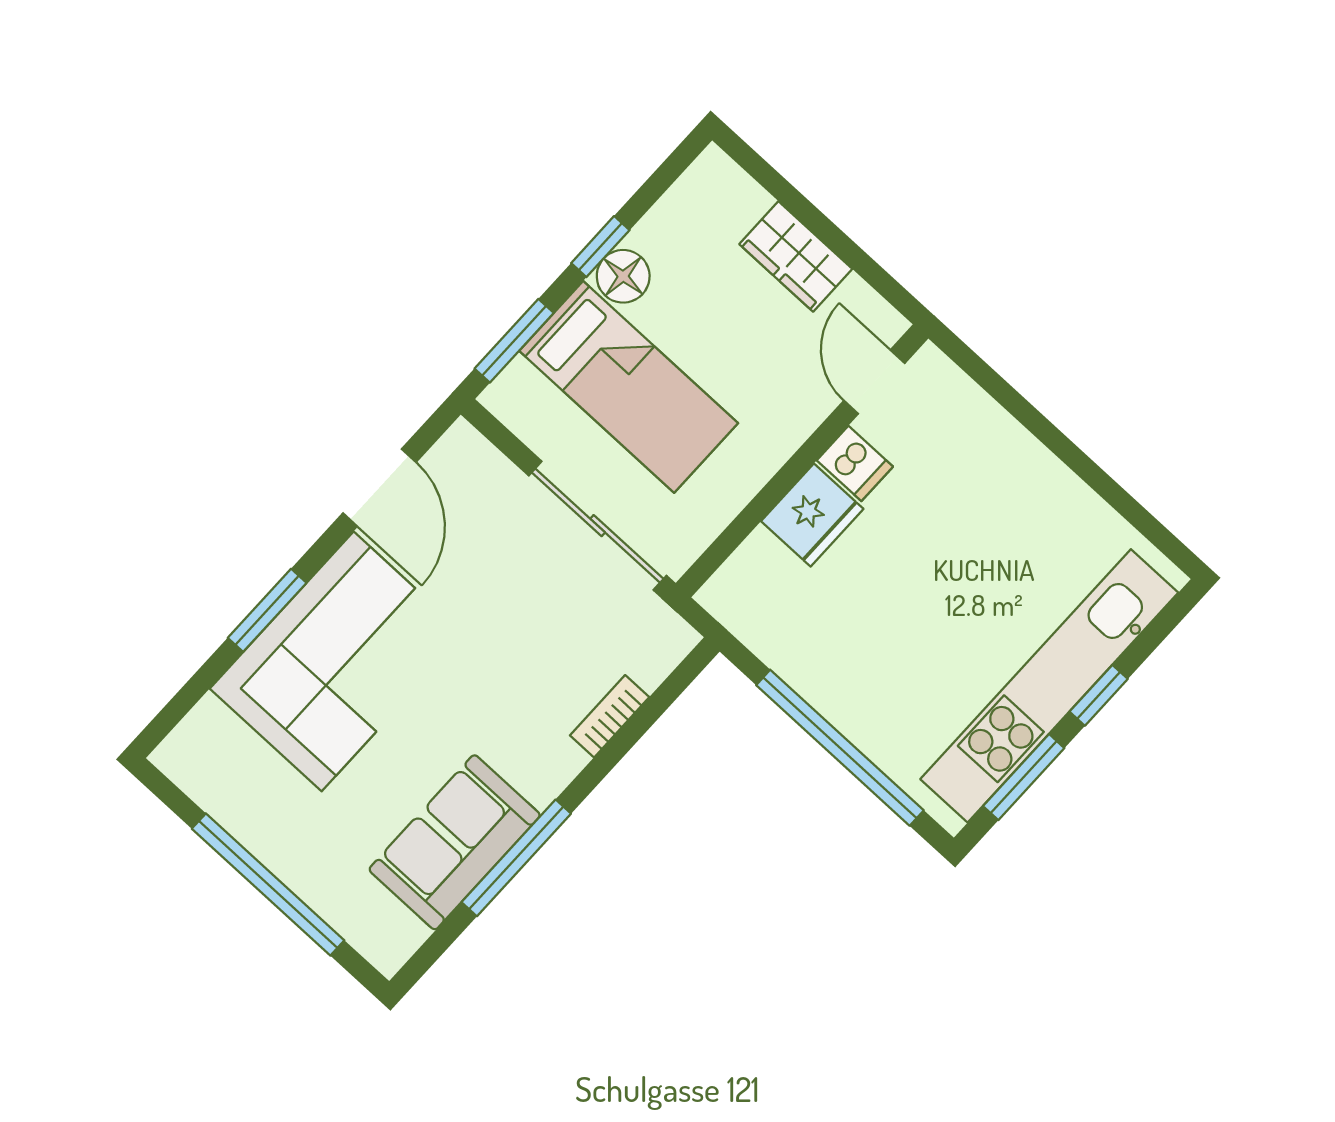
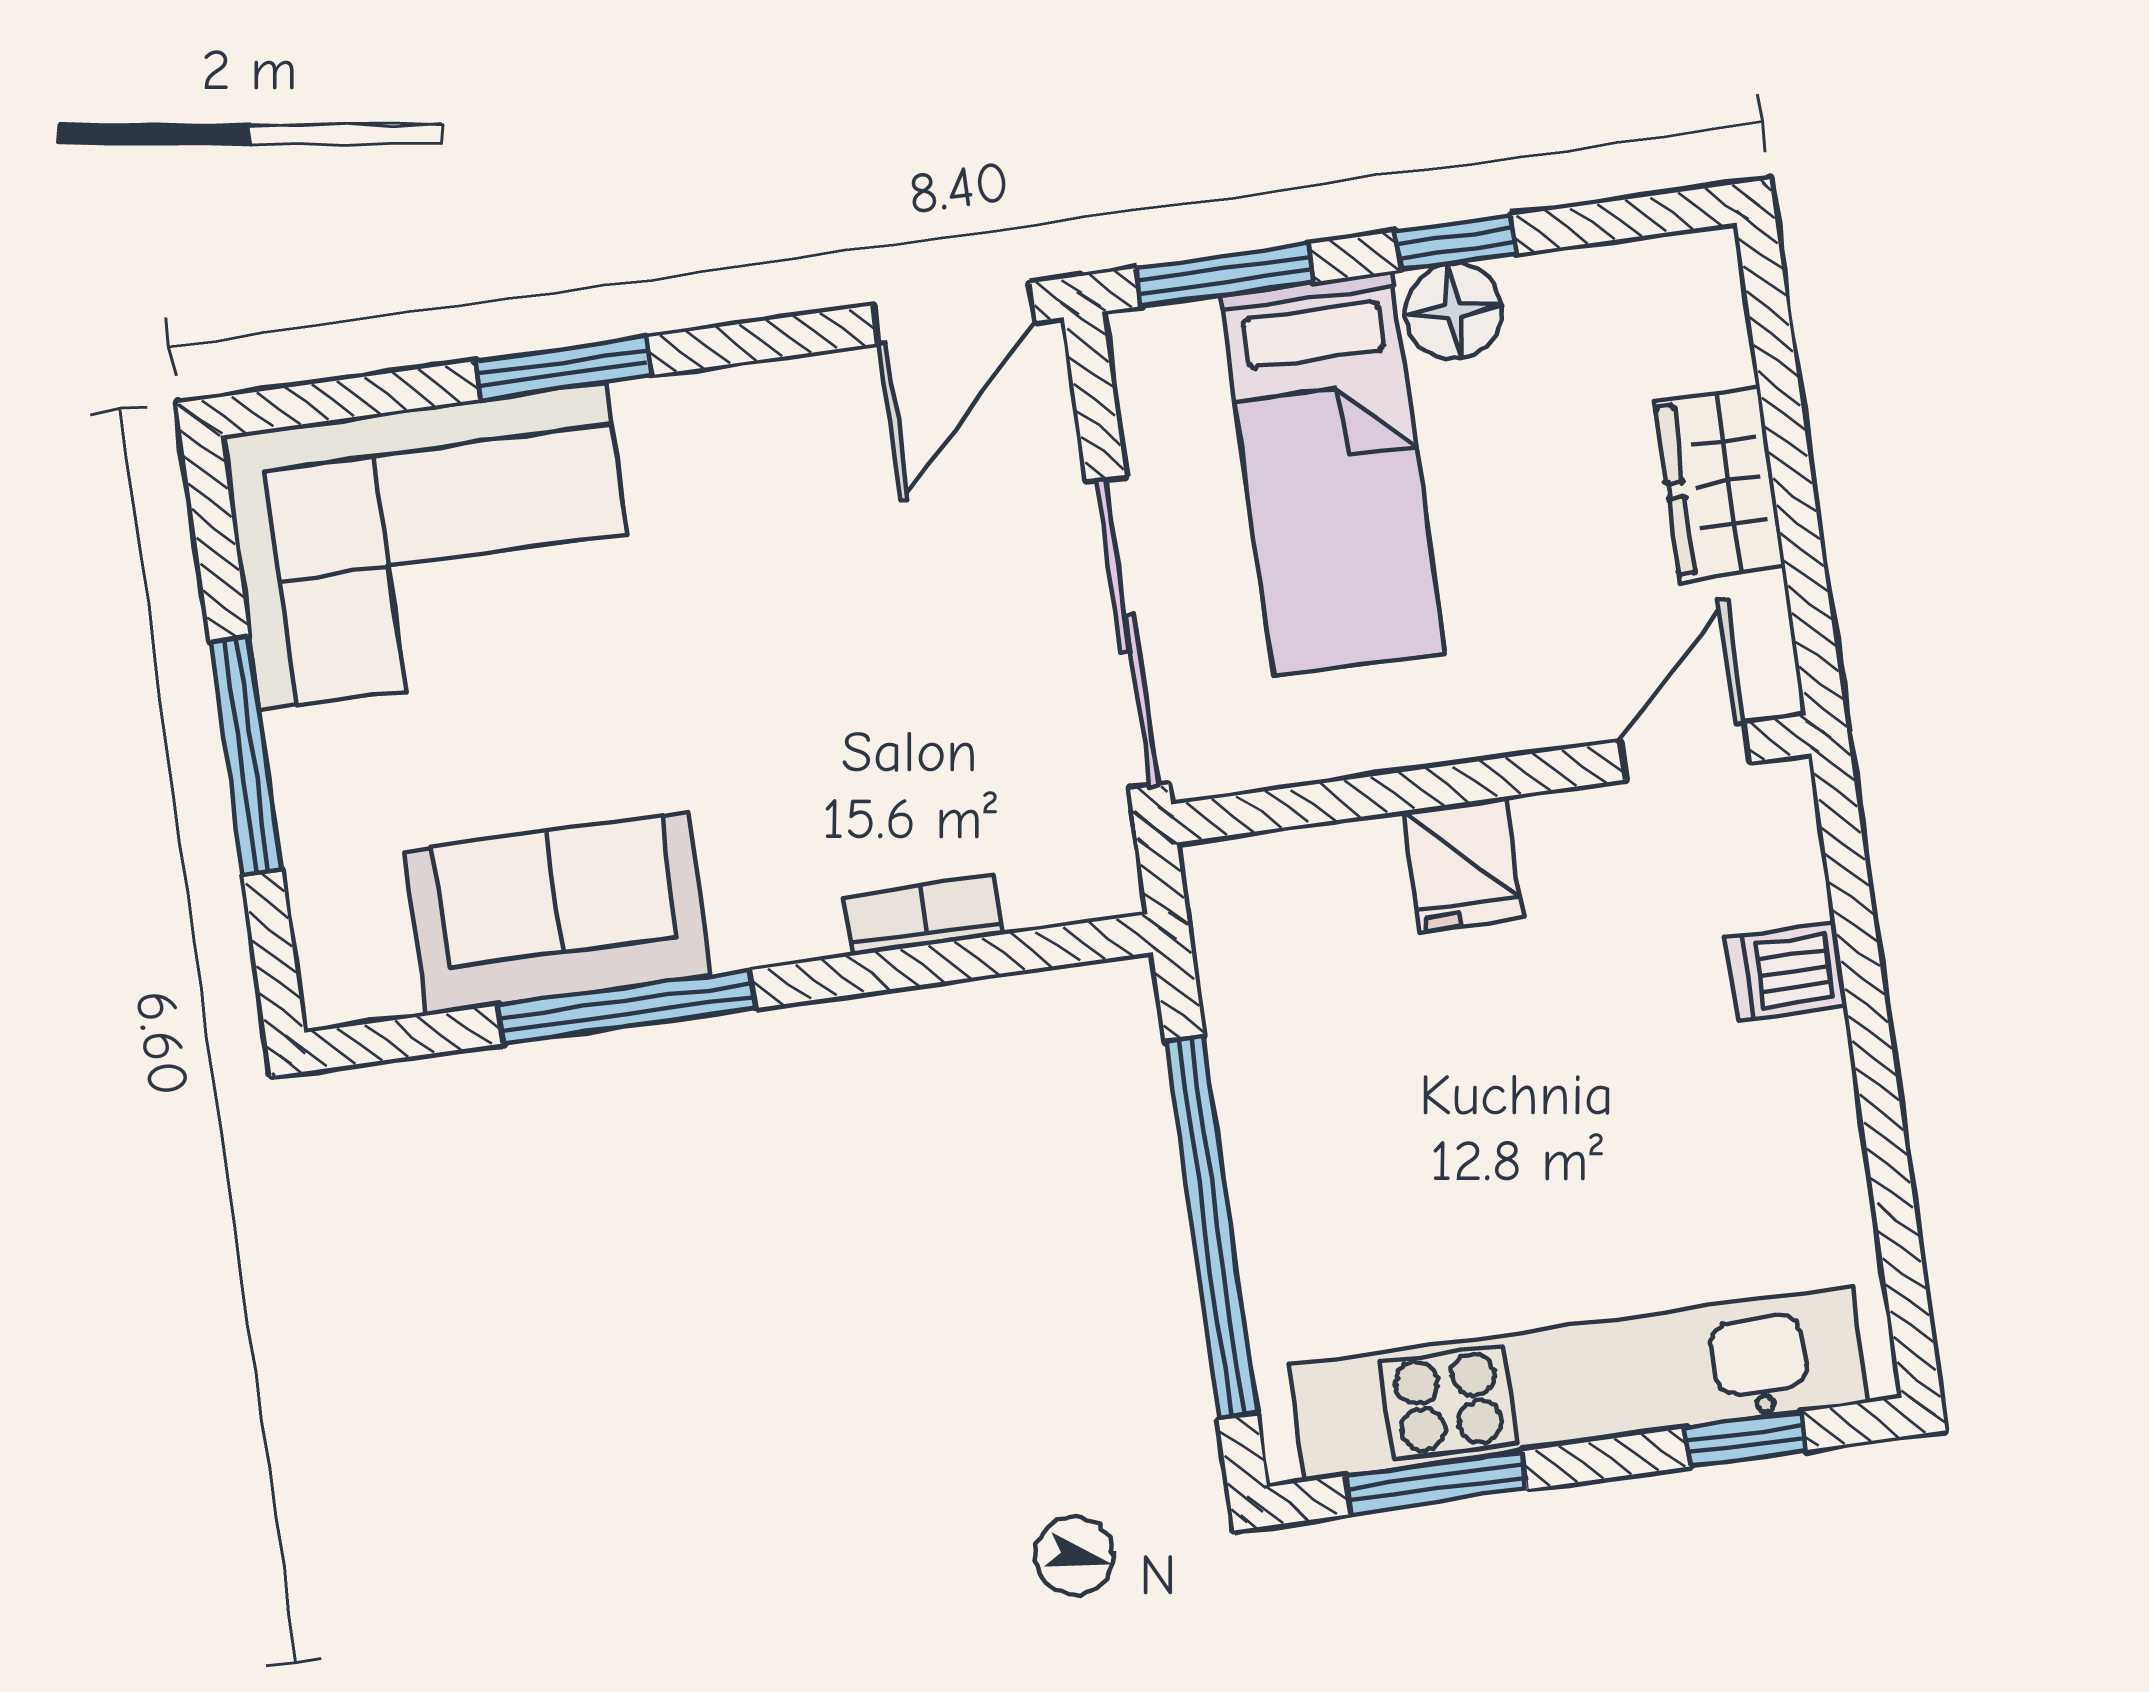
dishwasher: (855, 463) -> (1786, 972), moved, turned 90
door: (379, 488) -> (954, 313), moved
fridge: (812, 515) -> (1462, 865), width x0.72
corner sofa: (338, 661) -> (432, 546), moved
window: (1099, 695) -> (1745, 1439), moved
window: (268, 884) -> (246, 756), width x0.68

